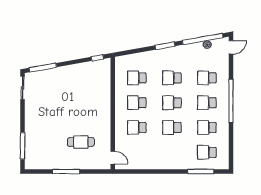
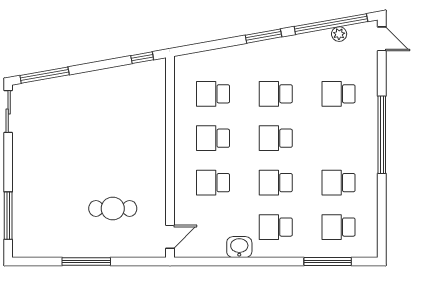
door: (231, 47) -> (382, 39), hinge flipped
school desk: (207, 103) -> (276, 227), moved
door: (113, 158) -> (170, 237), hinge flipped
washbasin: (151, 163) -> (239, 247), added

